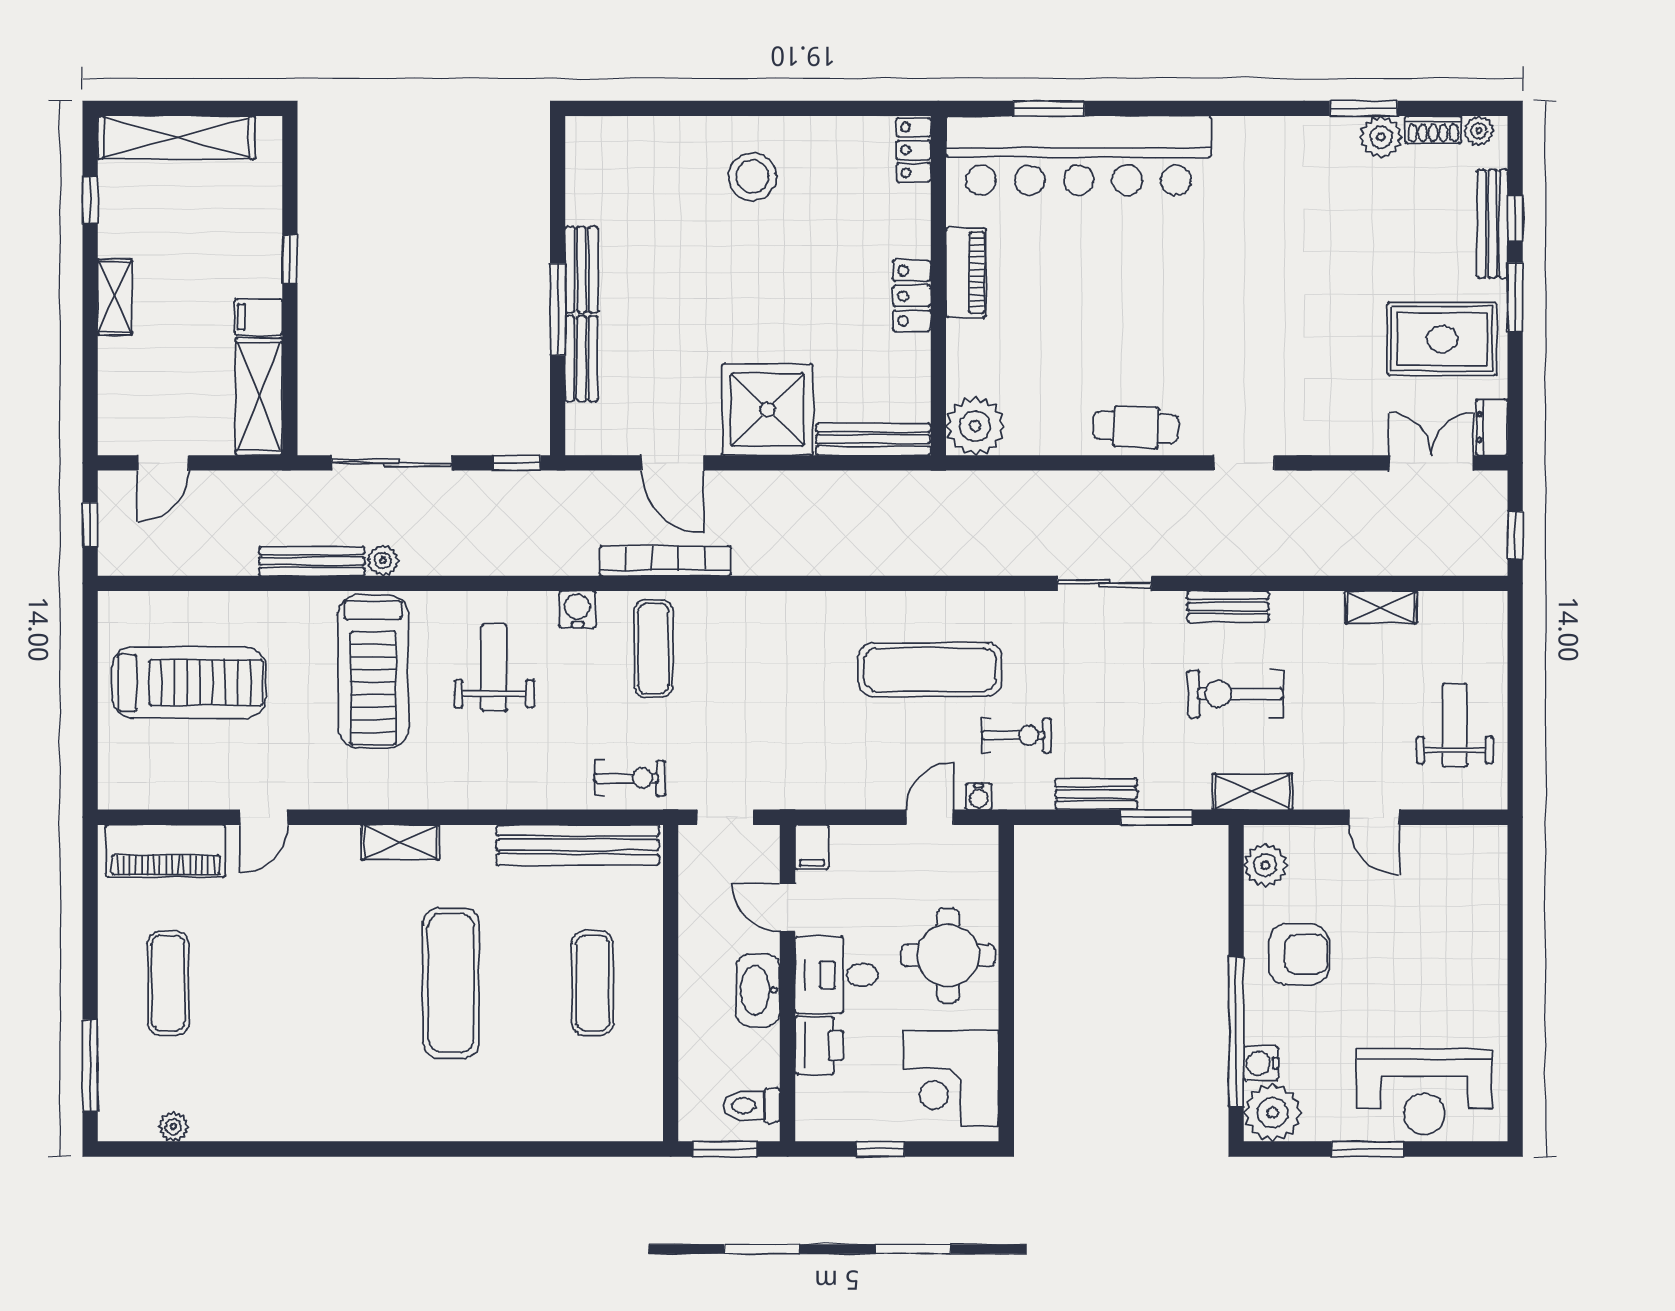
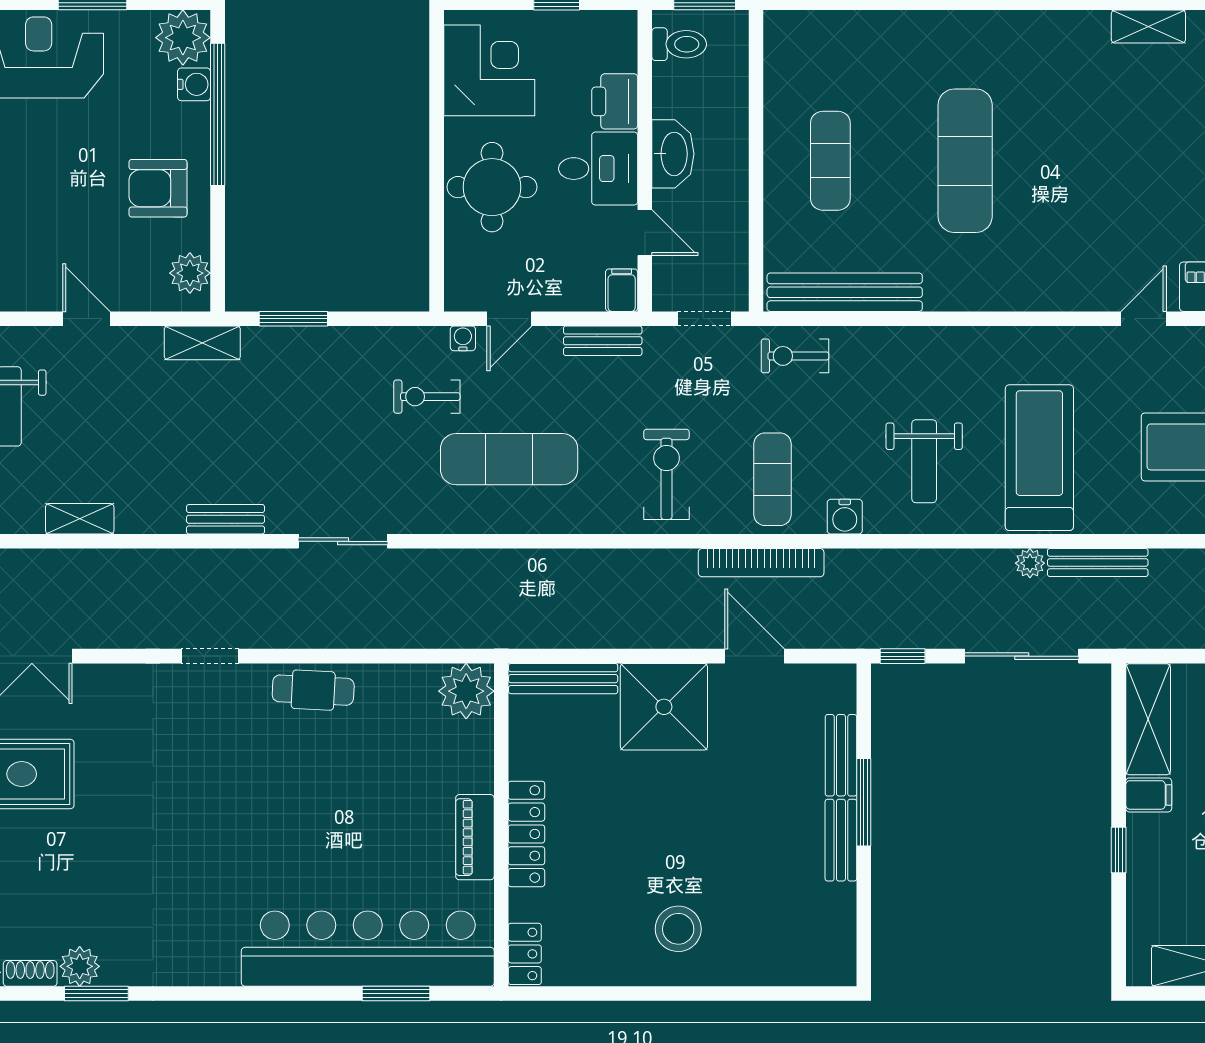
locker: (912, 296) -> (526, 834), width x1.53
exercise bike: (1236, 694) -> (666, 474), moved, turned -90
bench: (1096, 794) -> (603, 341), moved
shelving: (400, 842) -> (1148, 27), moved

